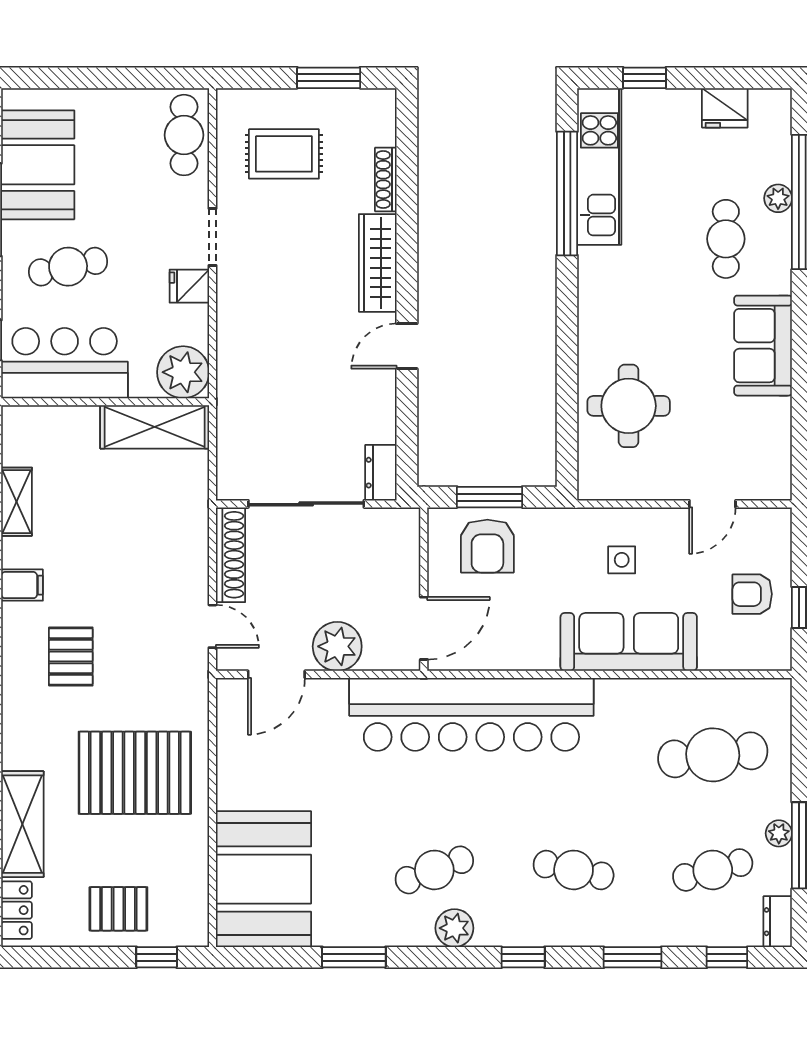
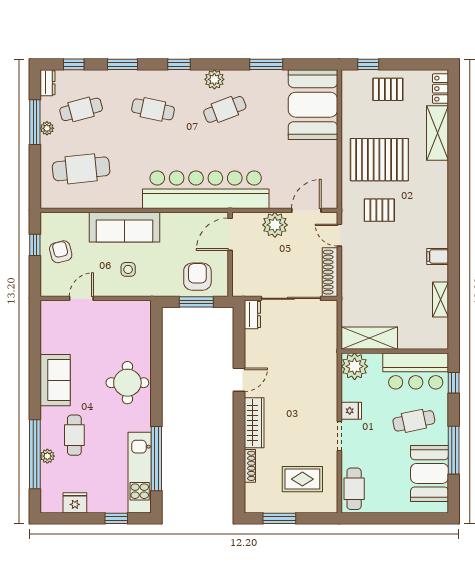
round table: (629, 406) -> (127, 383), moved
armchair: (752, 594) -> (61, 252), turned -104
pallet: (71, 656) -> (379, 210), moved, turned 90

